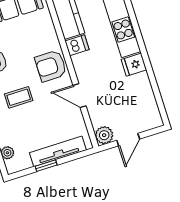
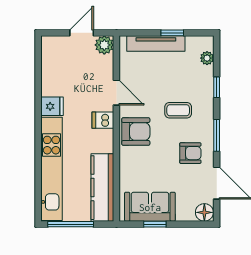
dishwasher: (77, 45) -> (103, 120), moved

